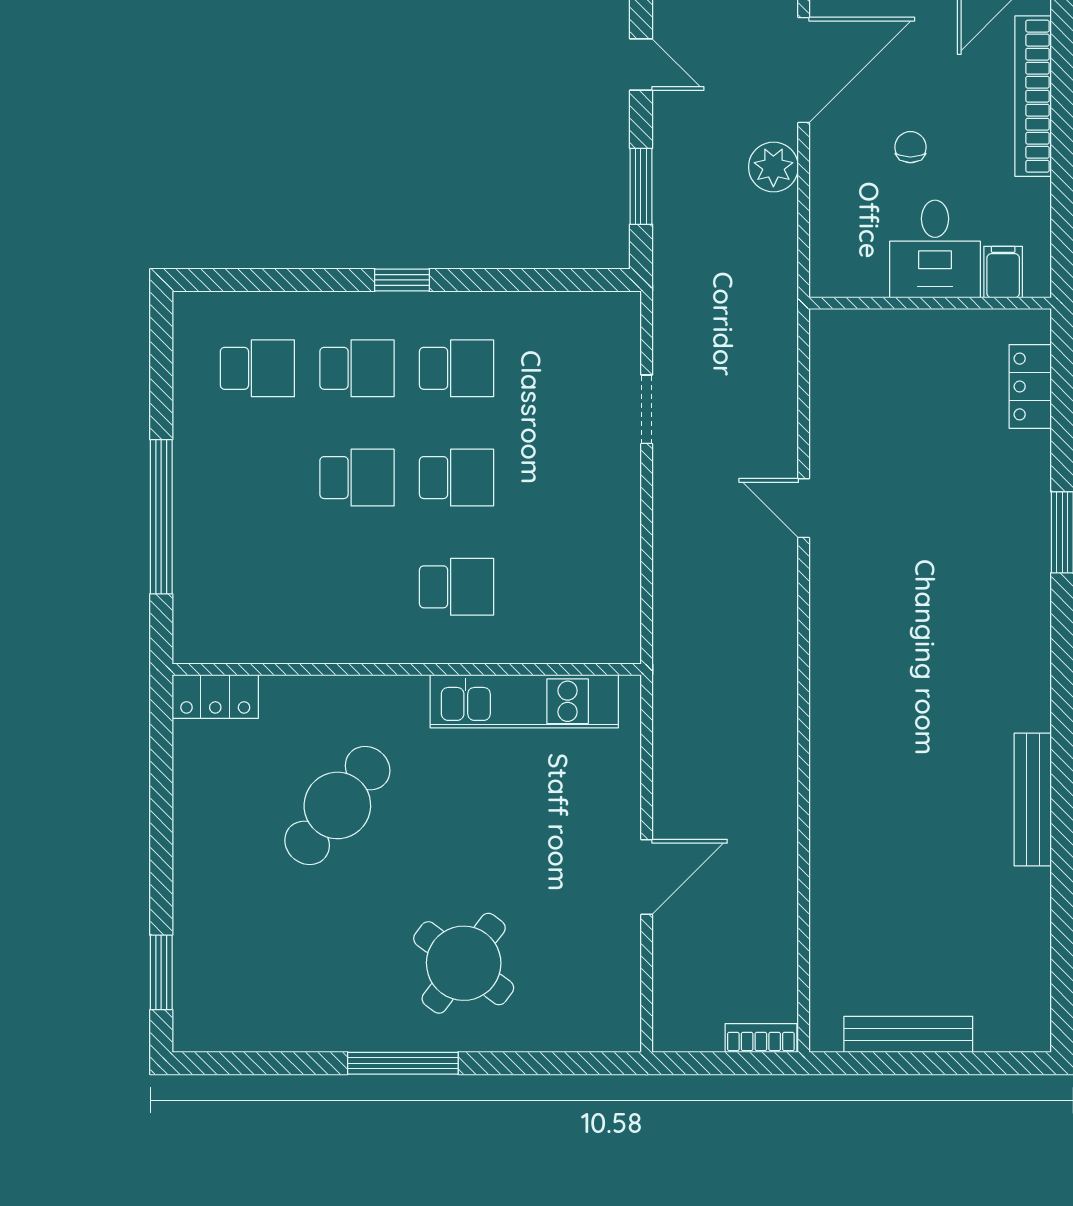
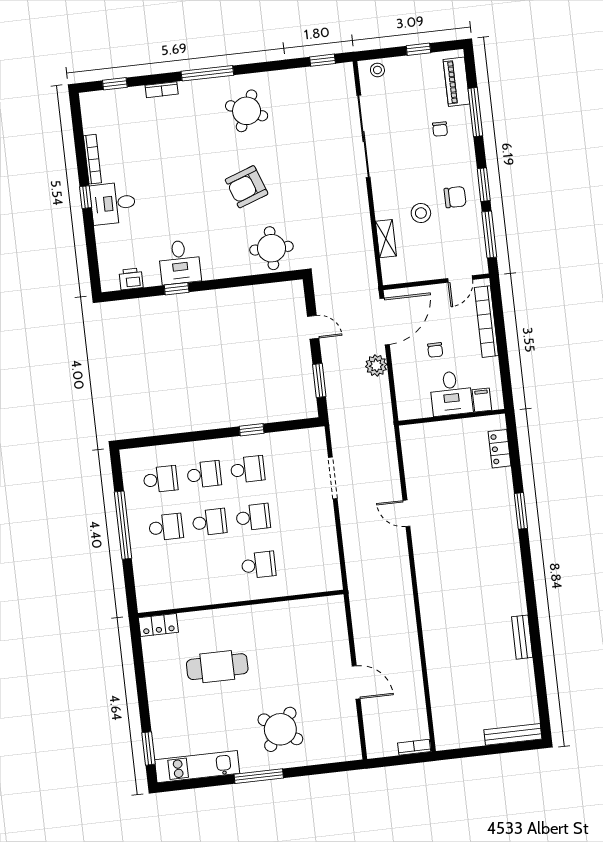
chair: (910, 147) -> (435, 350), turned 180
window: (402, 280) -> (252, 430), moved
doorway: (647, 409) -> (333, 478), width x1.38
school desk: (257, 478) -> (166, 527), added
window: (161, 517) -> (123, 525), moved
kitchen unit: (524, 701) -> (197, 767), moved, turned 180
bench: (1033, 800) -> (522, 637), width x0.73
cafe table: (337, 805) -> (217, 667), turned 51
door: (647, 877) -> (356, 682), hinge flipped
bench: (908, 1034) -> (513, 734), moved

